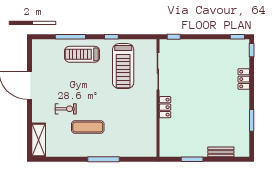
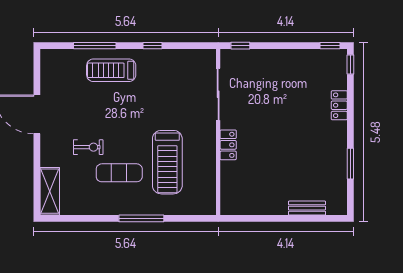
treadmill: (123, 66) -> (167, 162), moved
window: (192, 159) -> (266, 218), removed

